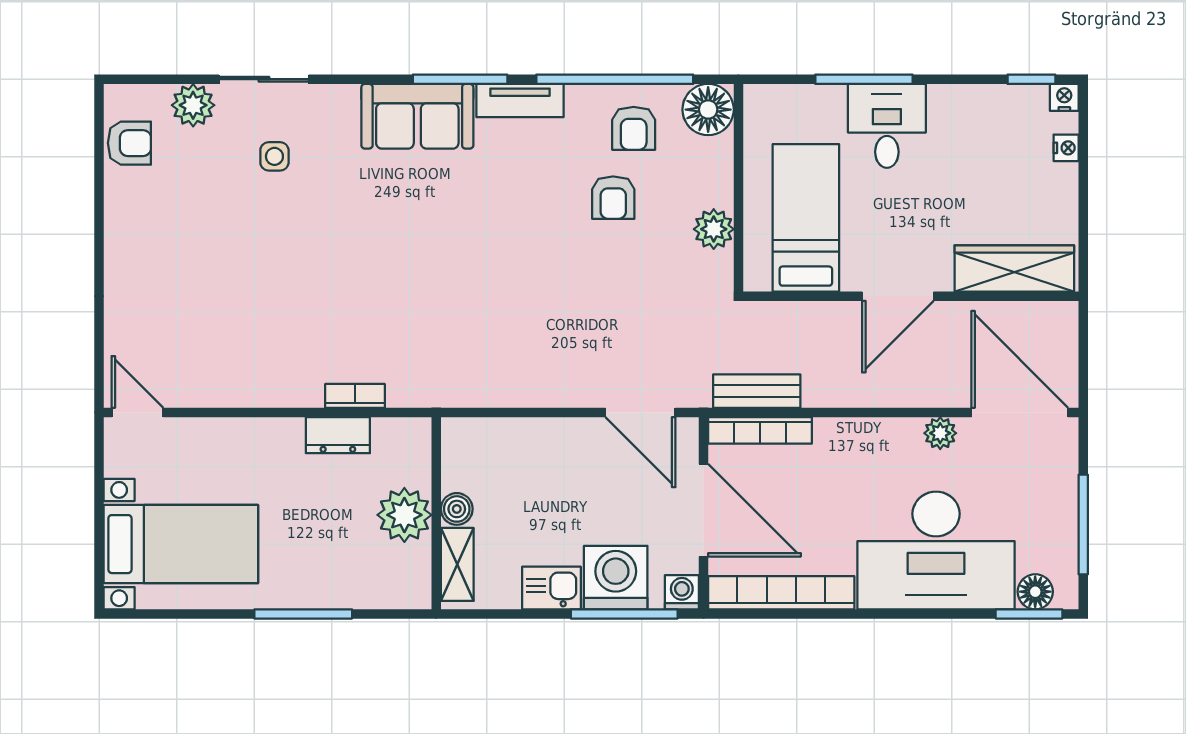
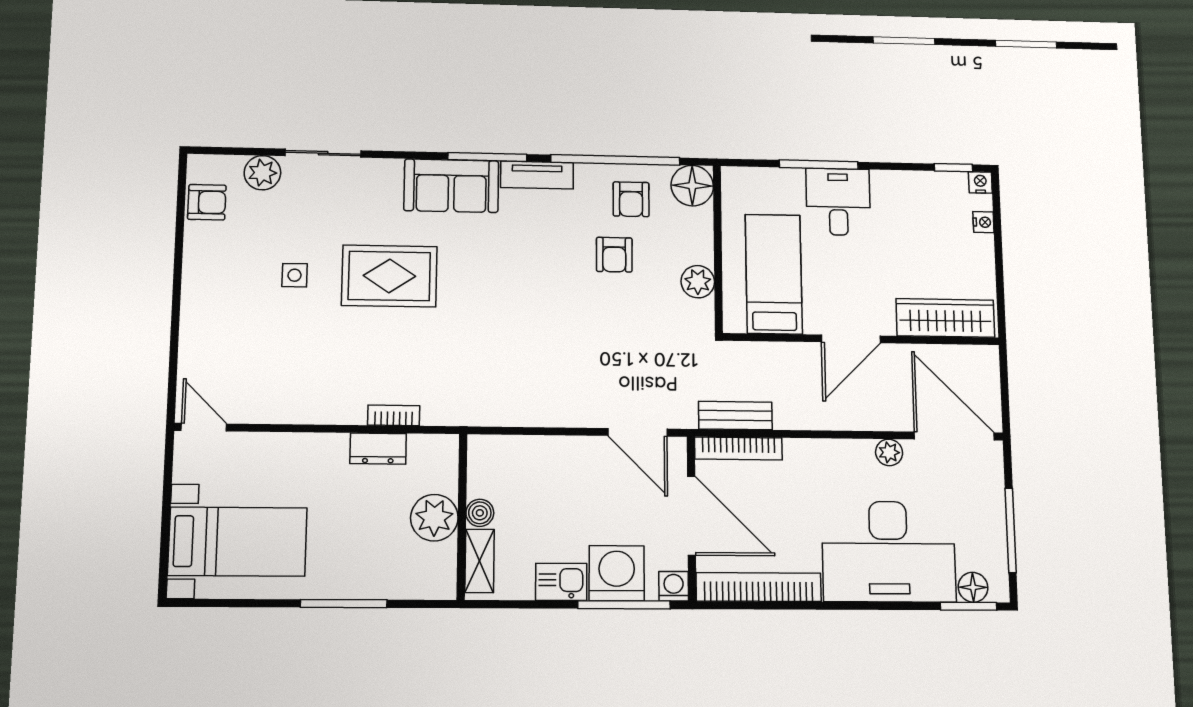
side table: (274, 156) -> (295, 275), moved
rug: (346, 229) -> (389, 276), added

